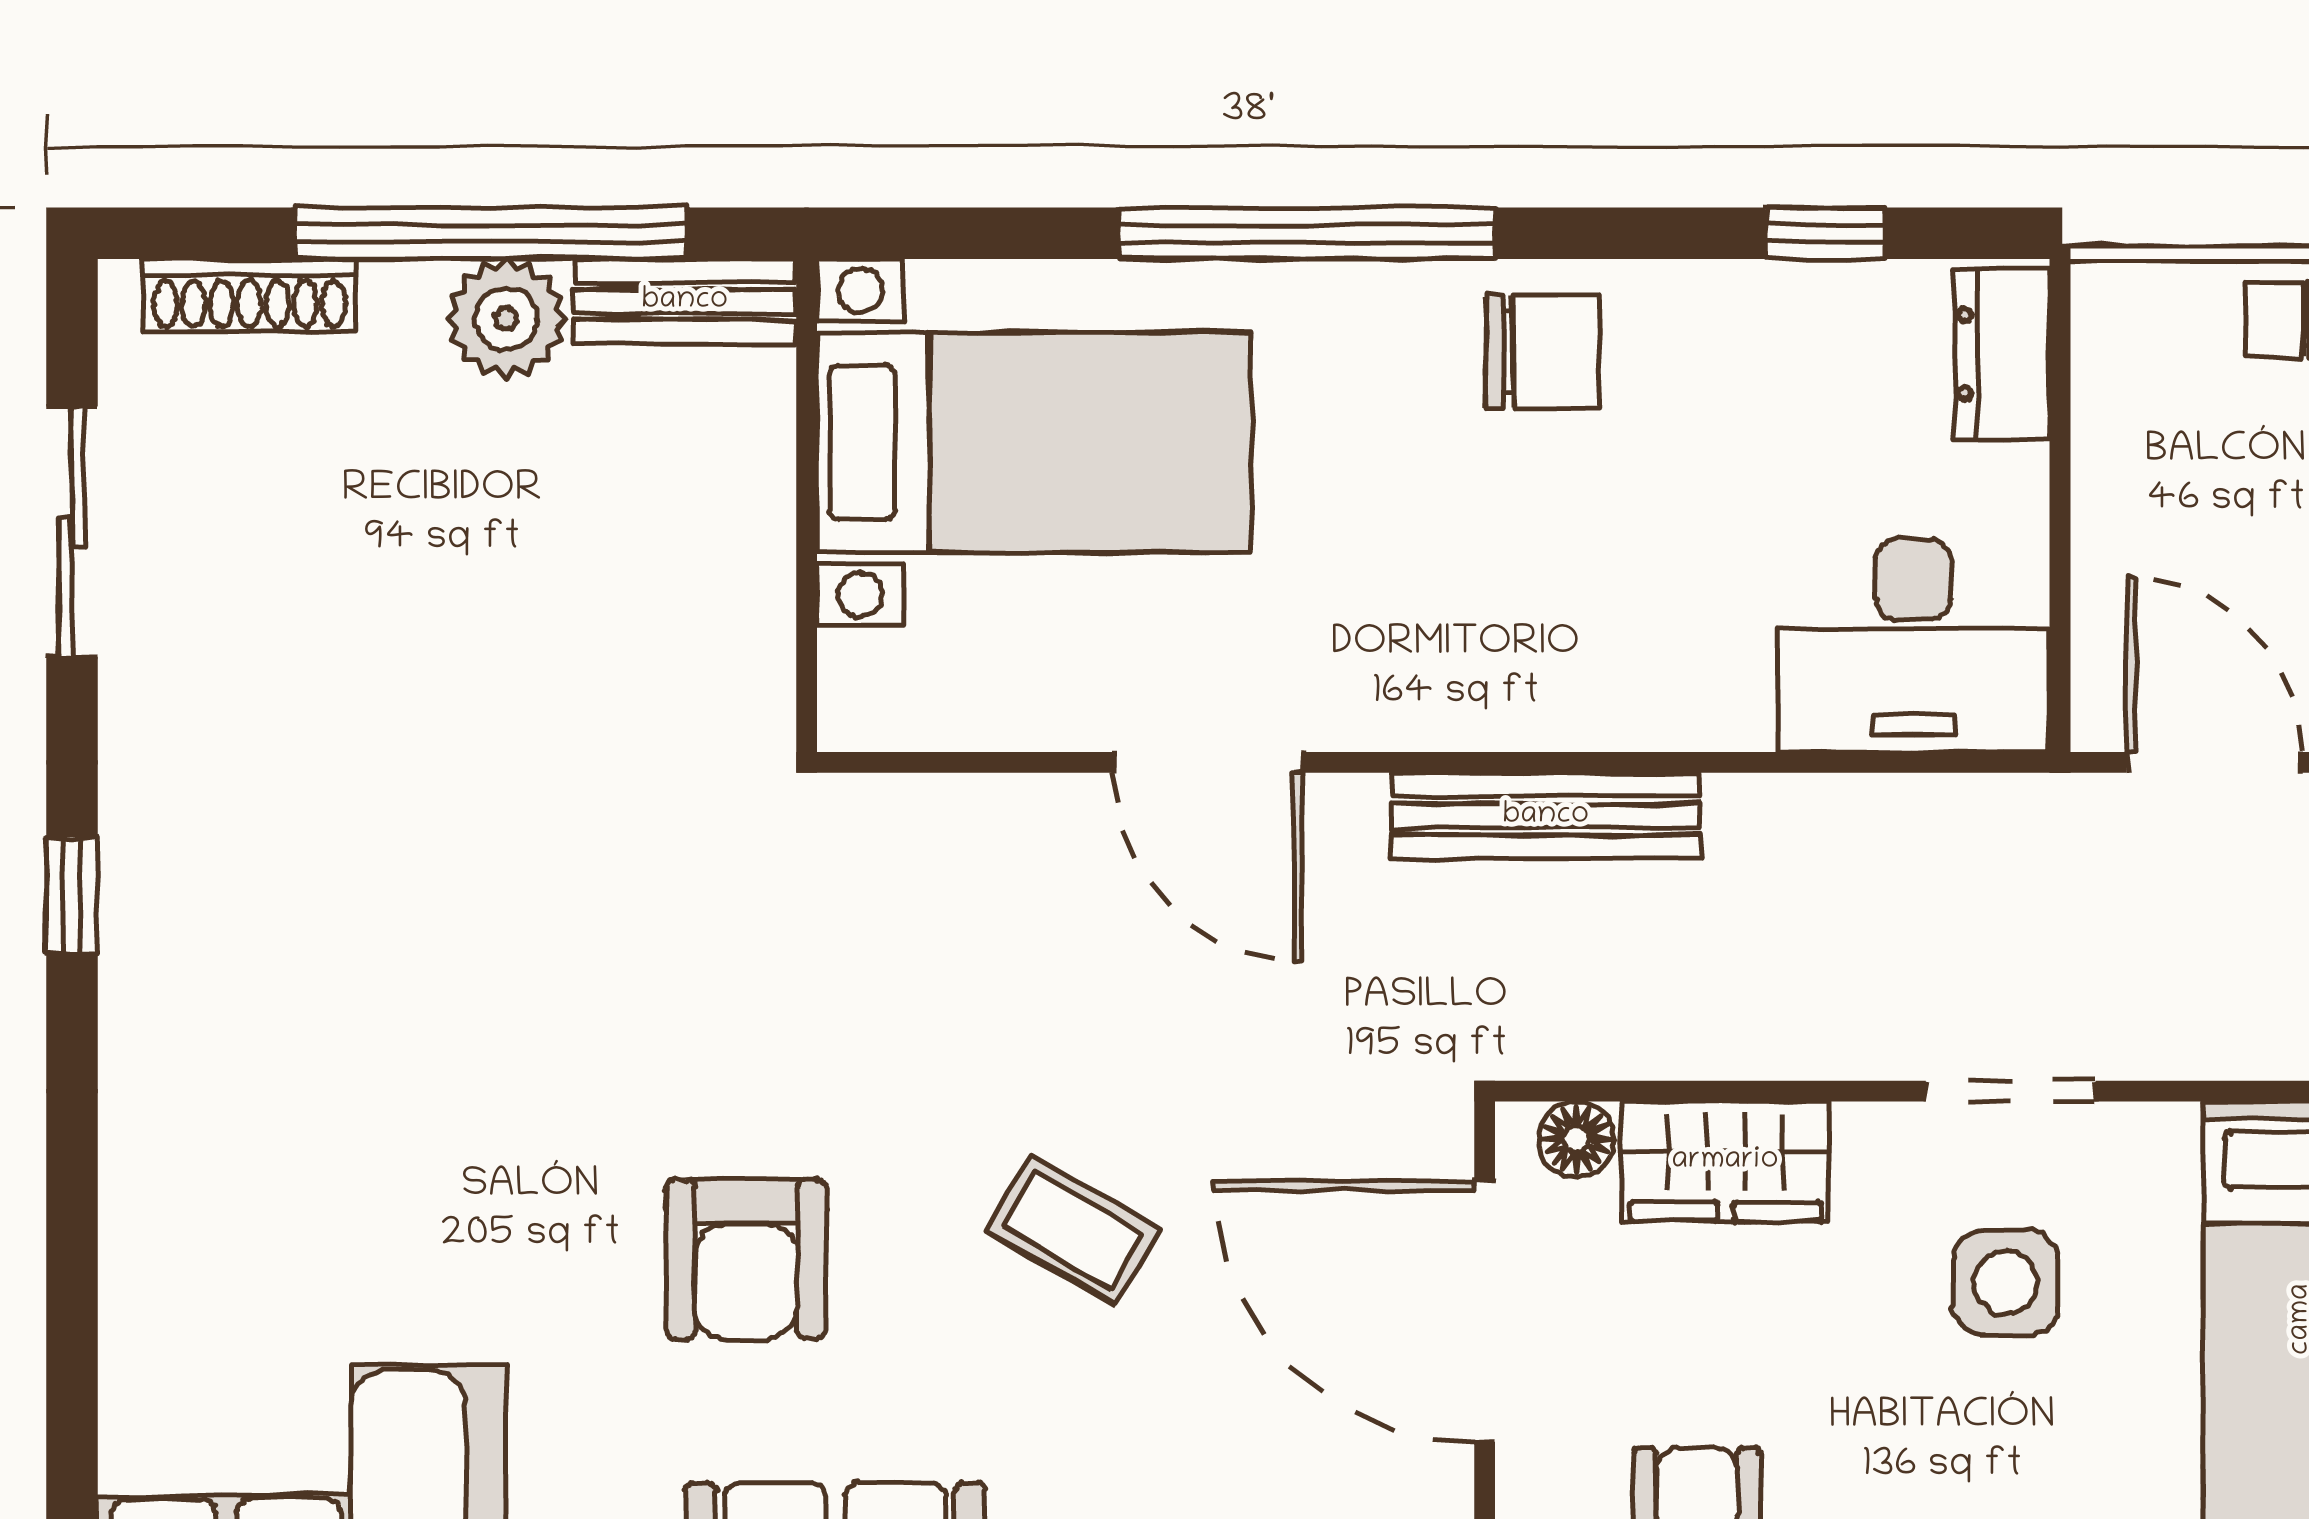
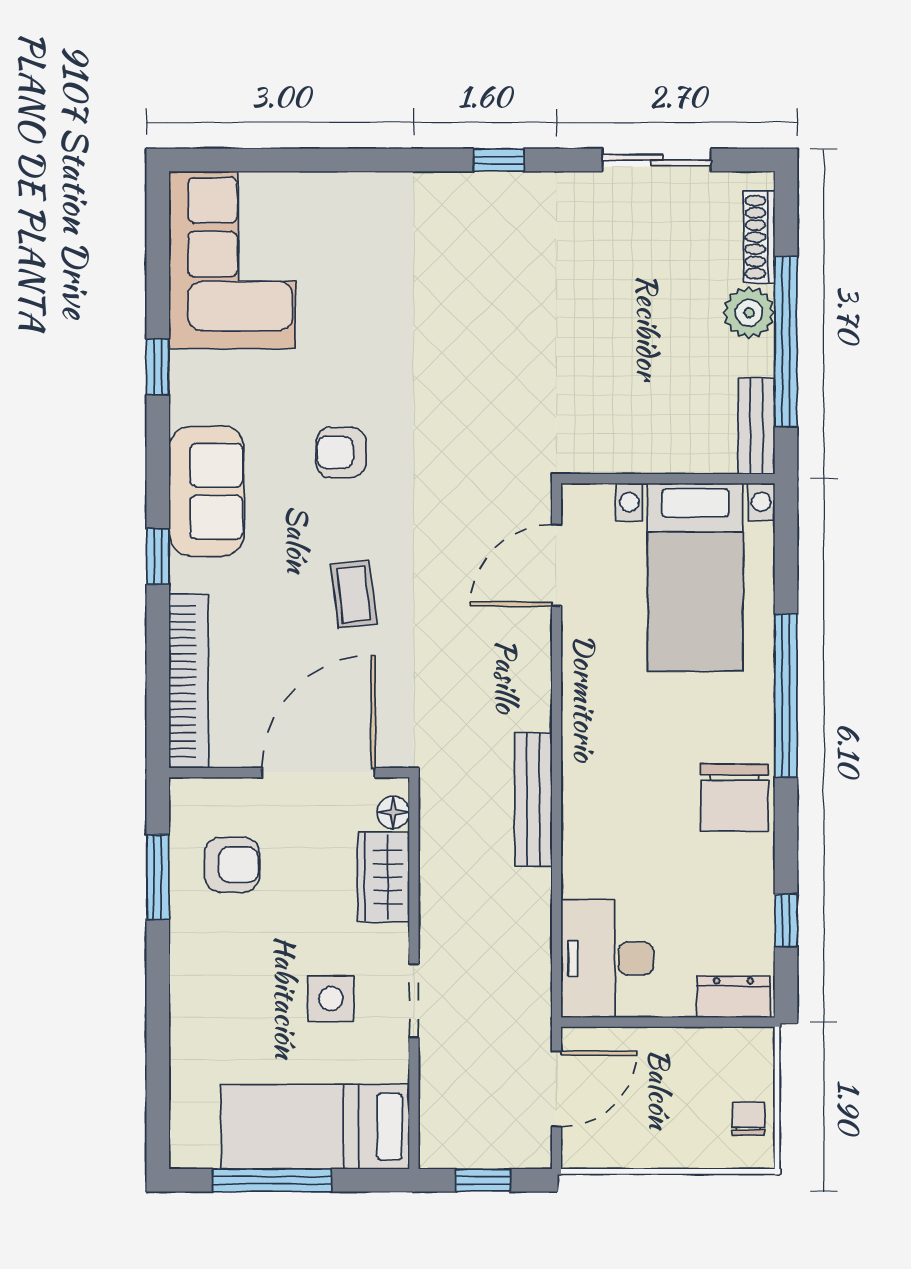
plant: (506, 319) -> (749, 313), moved
chair: (1543, 352) -> (734, 798), width x1.37, depth x1.37
door: (1208, 762) -> (556, 565), moved
coffee table: (1073, 1230) -> (354, 594), turned -37
armchair: (746, 1259) -> (341, 452), width x0.72, depth x0.72

